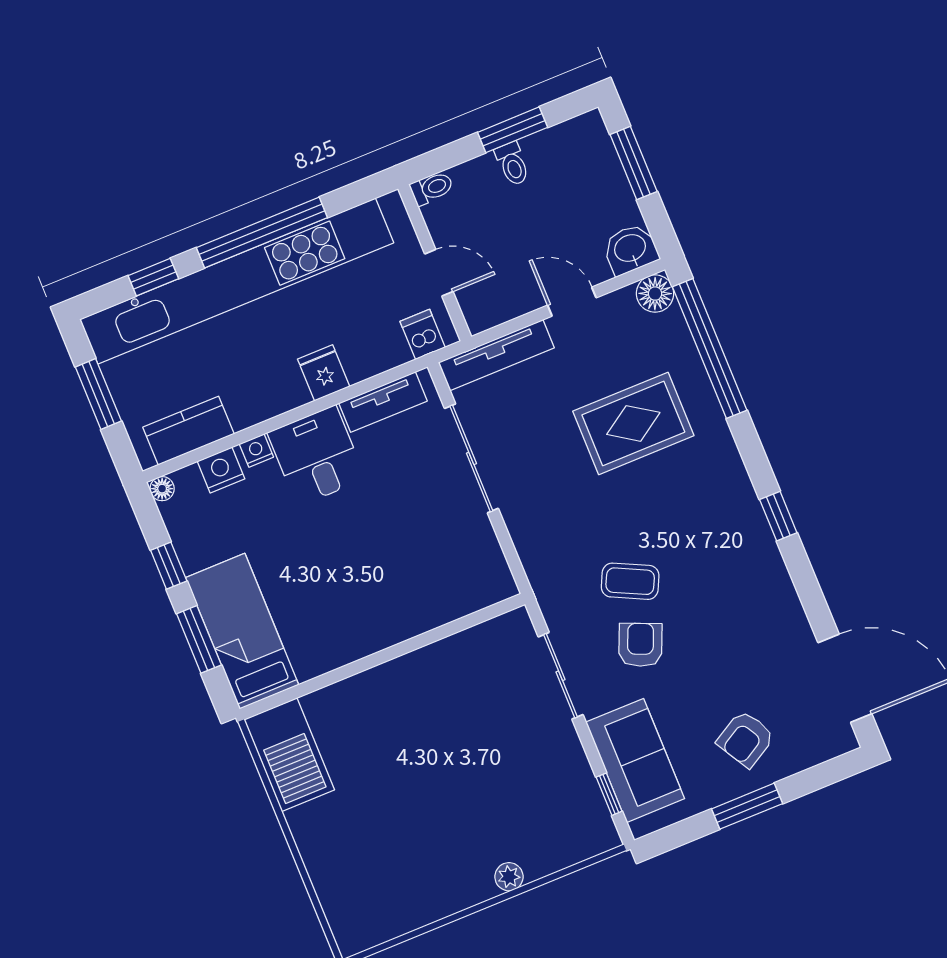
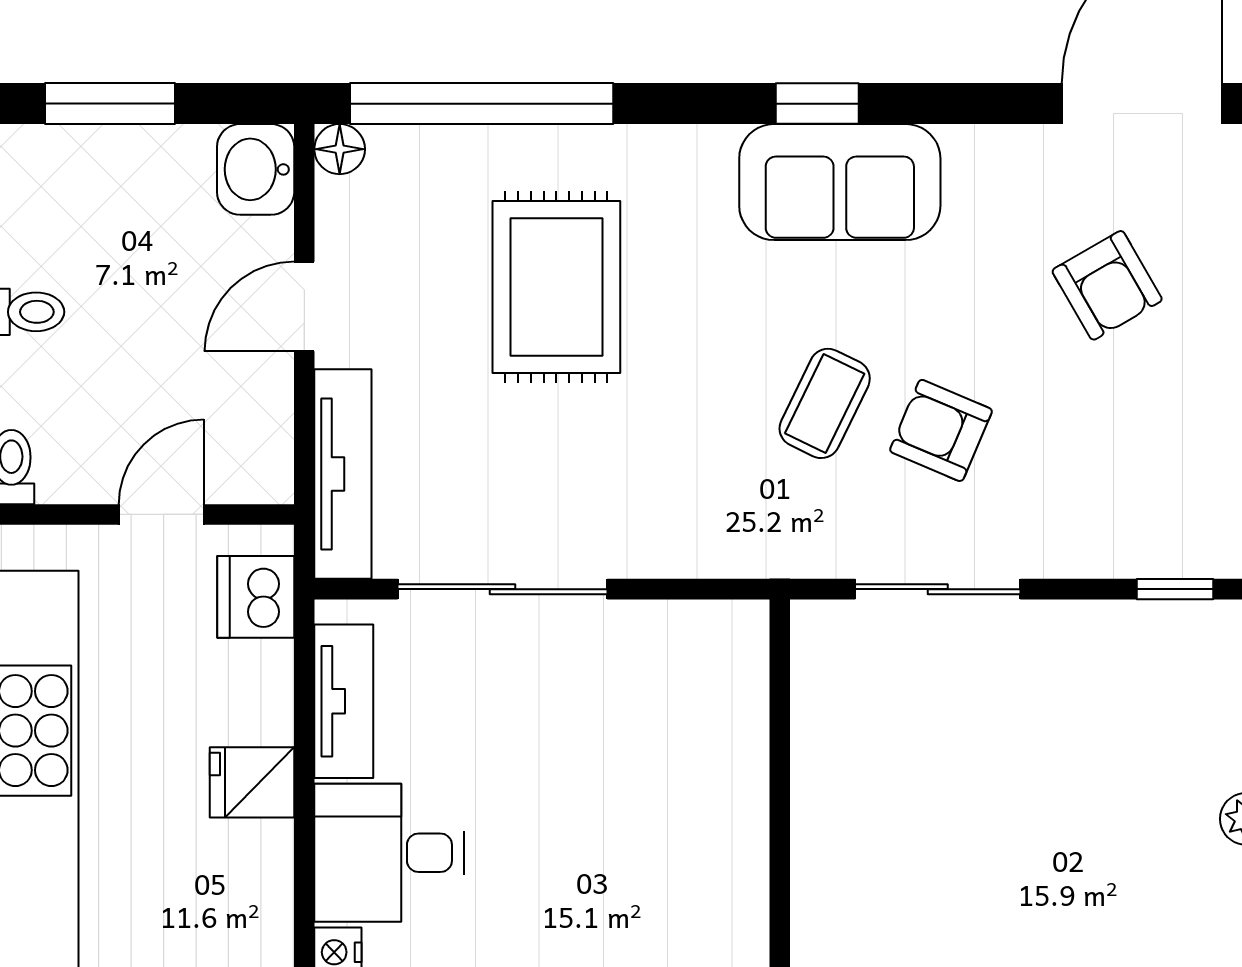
floor lamp: (655, 294) -> (340, 149), width x0.73, depth x0.73
dishwasher: (423, 334) -> (256, 597), width x1.38
armchair: (746, 739) -> (1107, 285), moved
sofa: (635, 760) -> (840, 182), moved, turned 180

